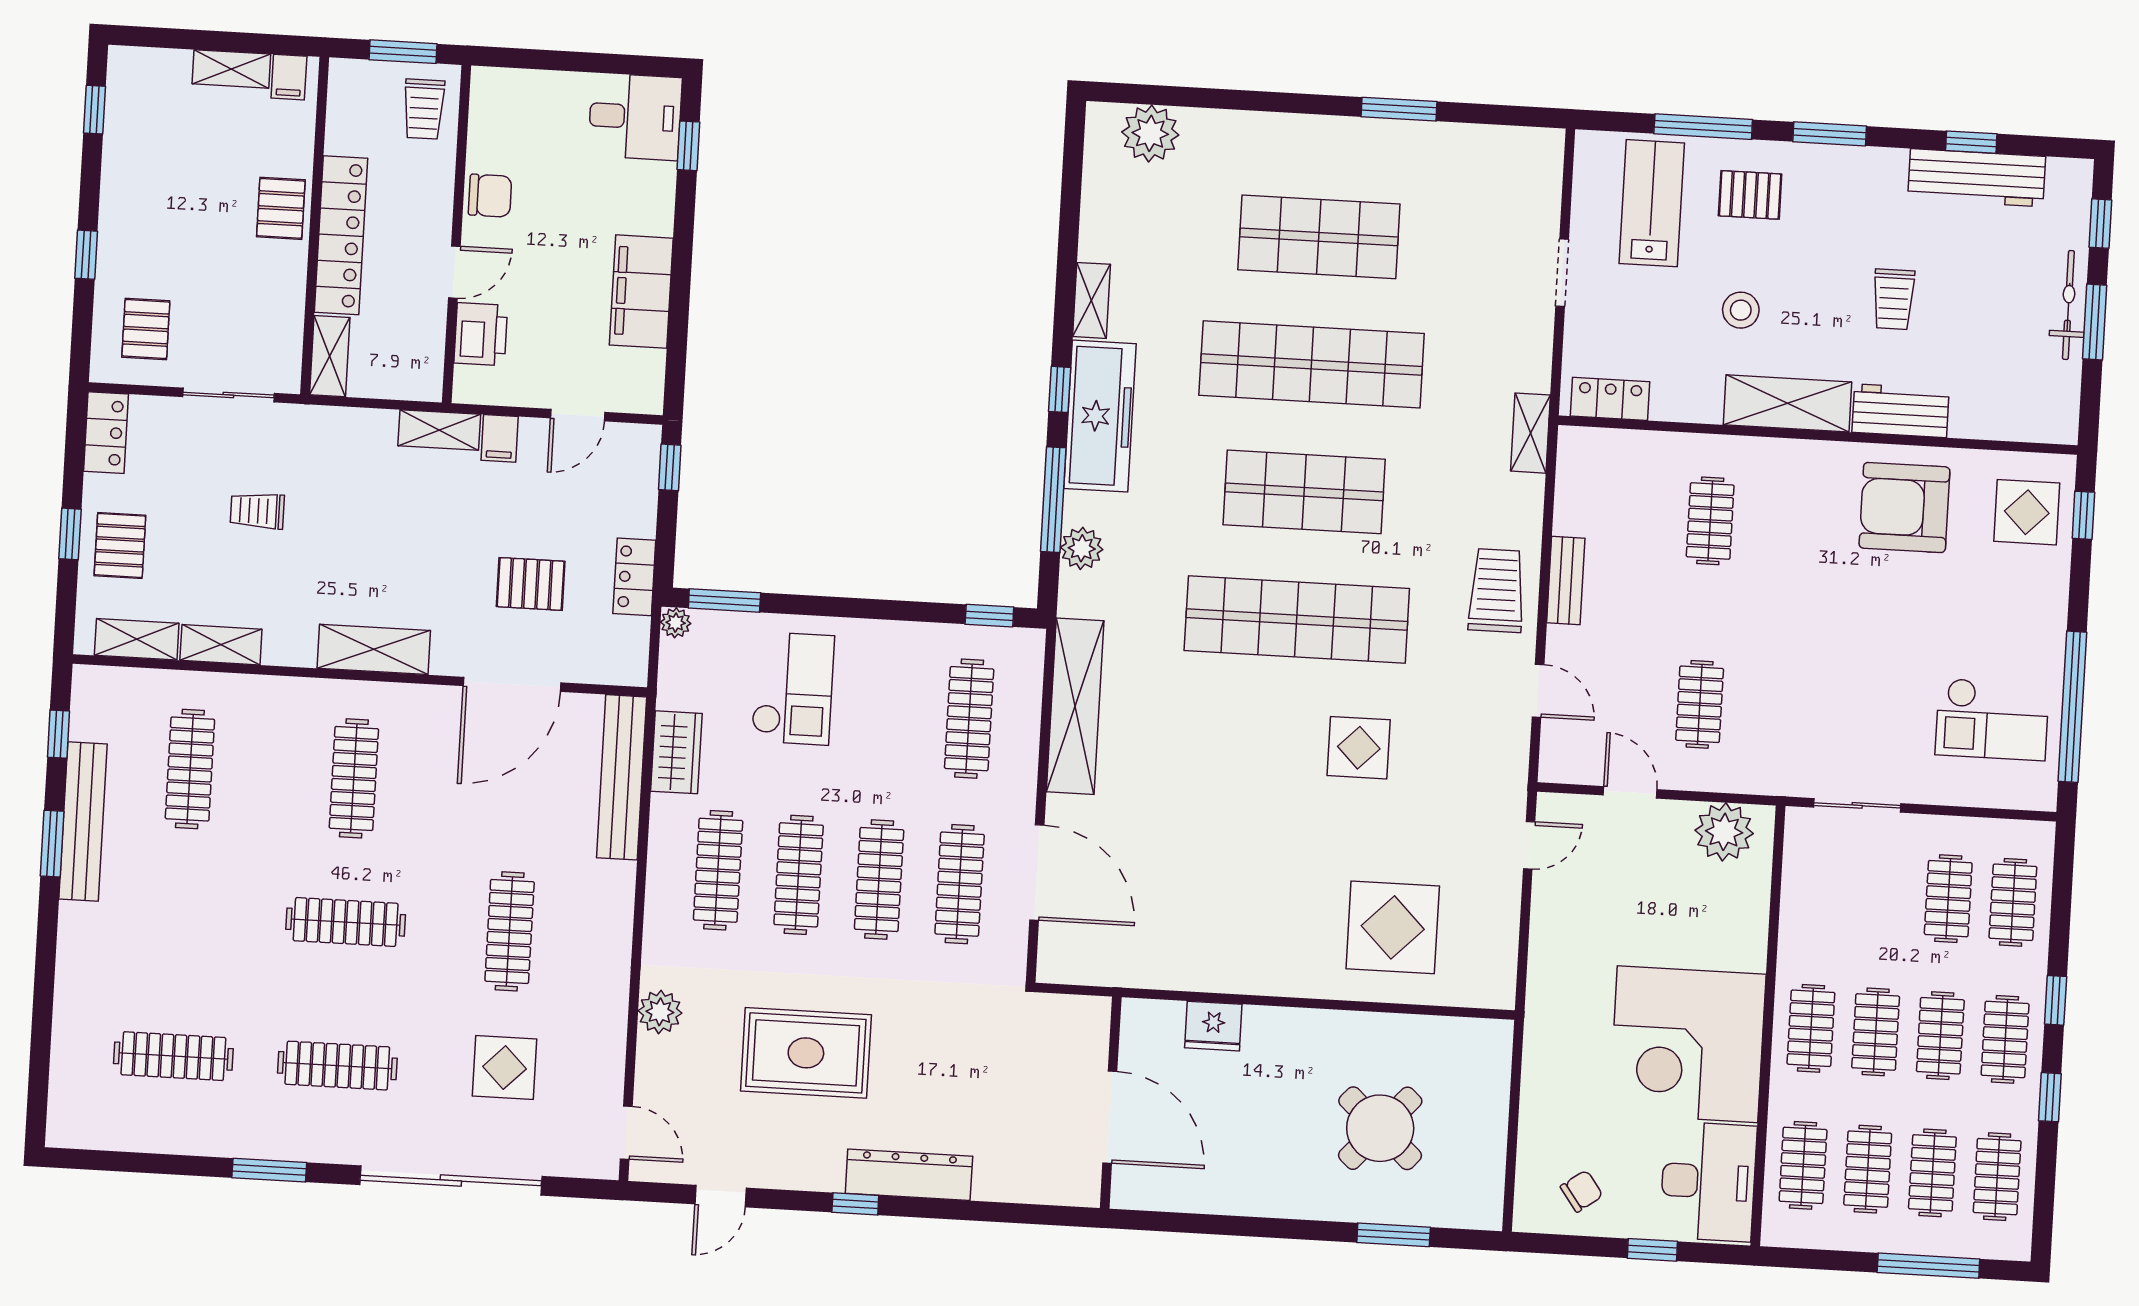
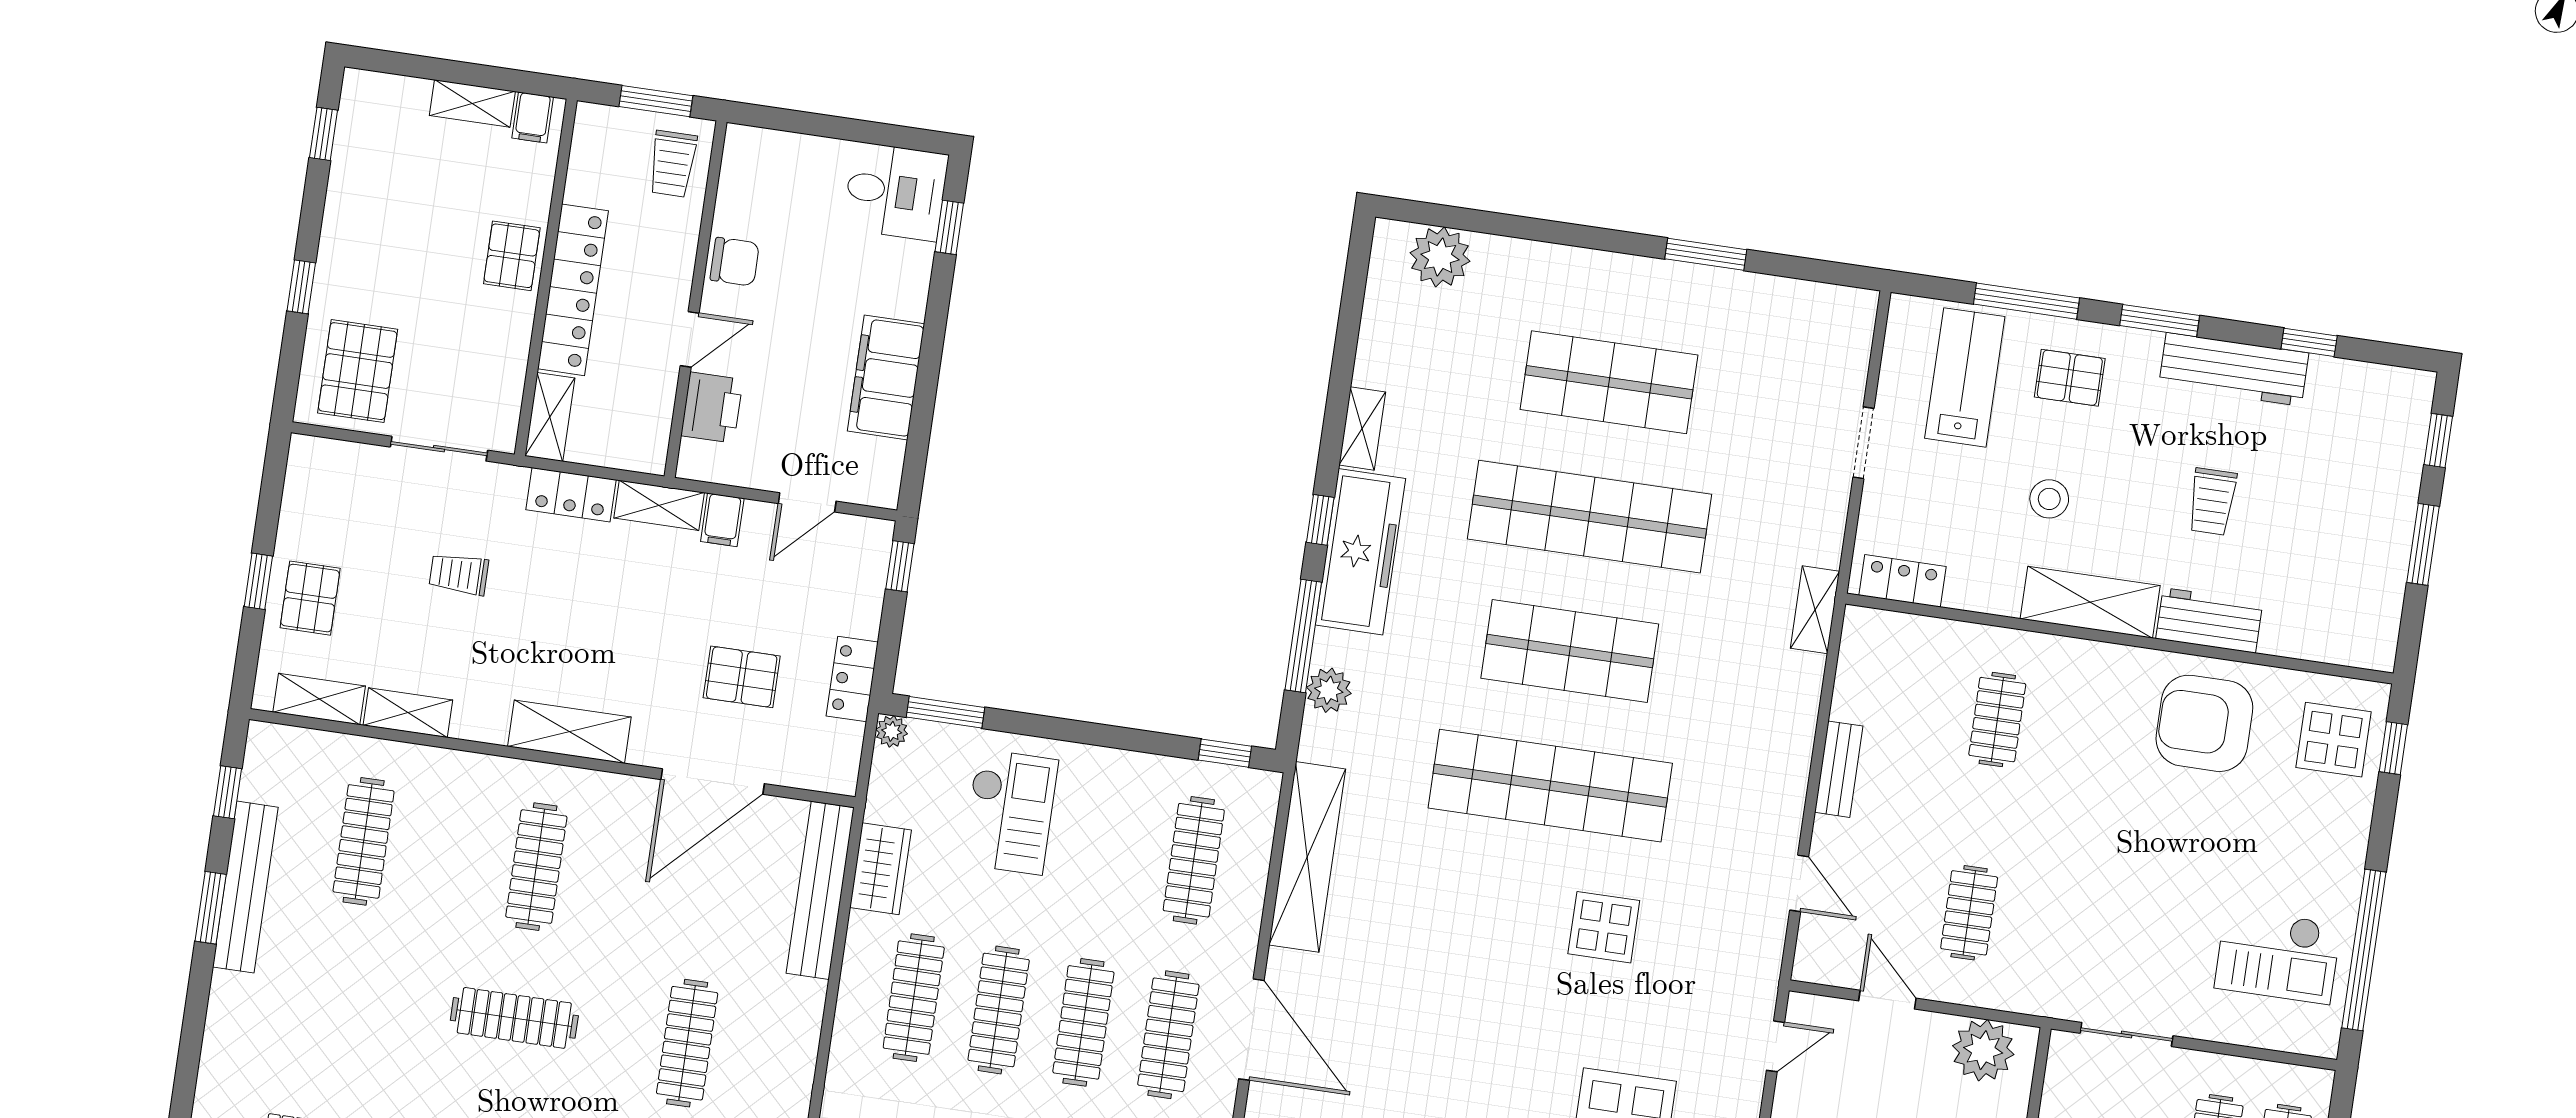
workbench: (1977, 178) -> (2234, 369), moved
bicycle: (2068, 305) -> (2397, 524), removed
pallet: (146, 329) -> (358, 371), width x1.50, depth x1.42
locker: (106, 433) -> (571, 495), moved, turned 90
trolley: (1497, 591) -> (1765, 773), removed

